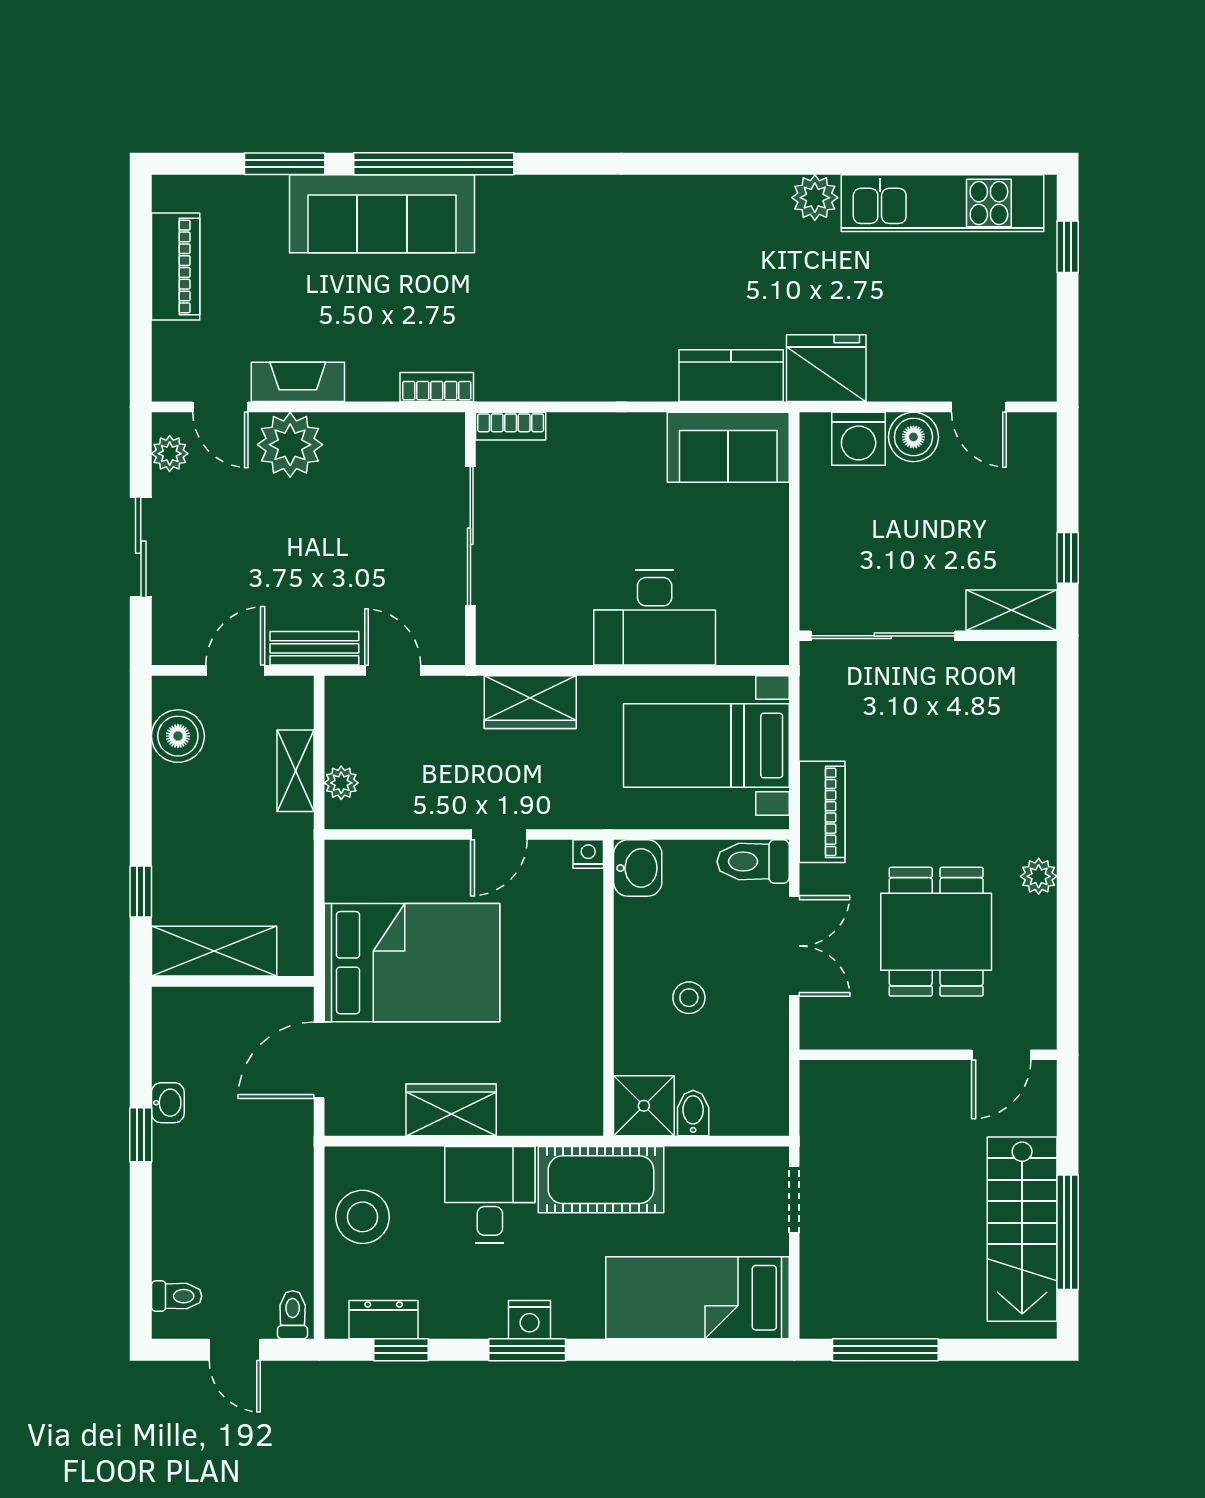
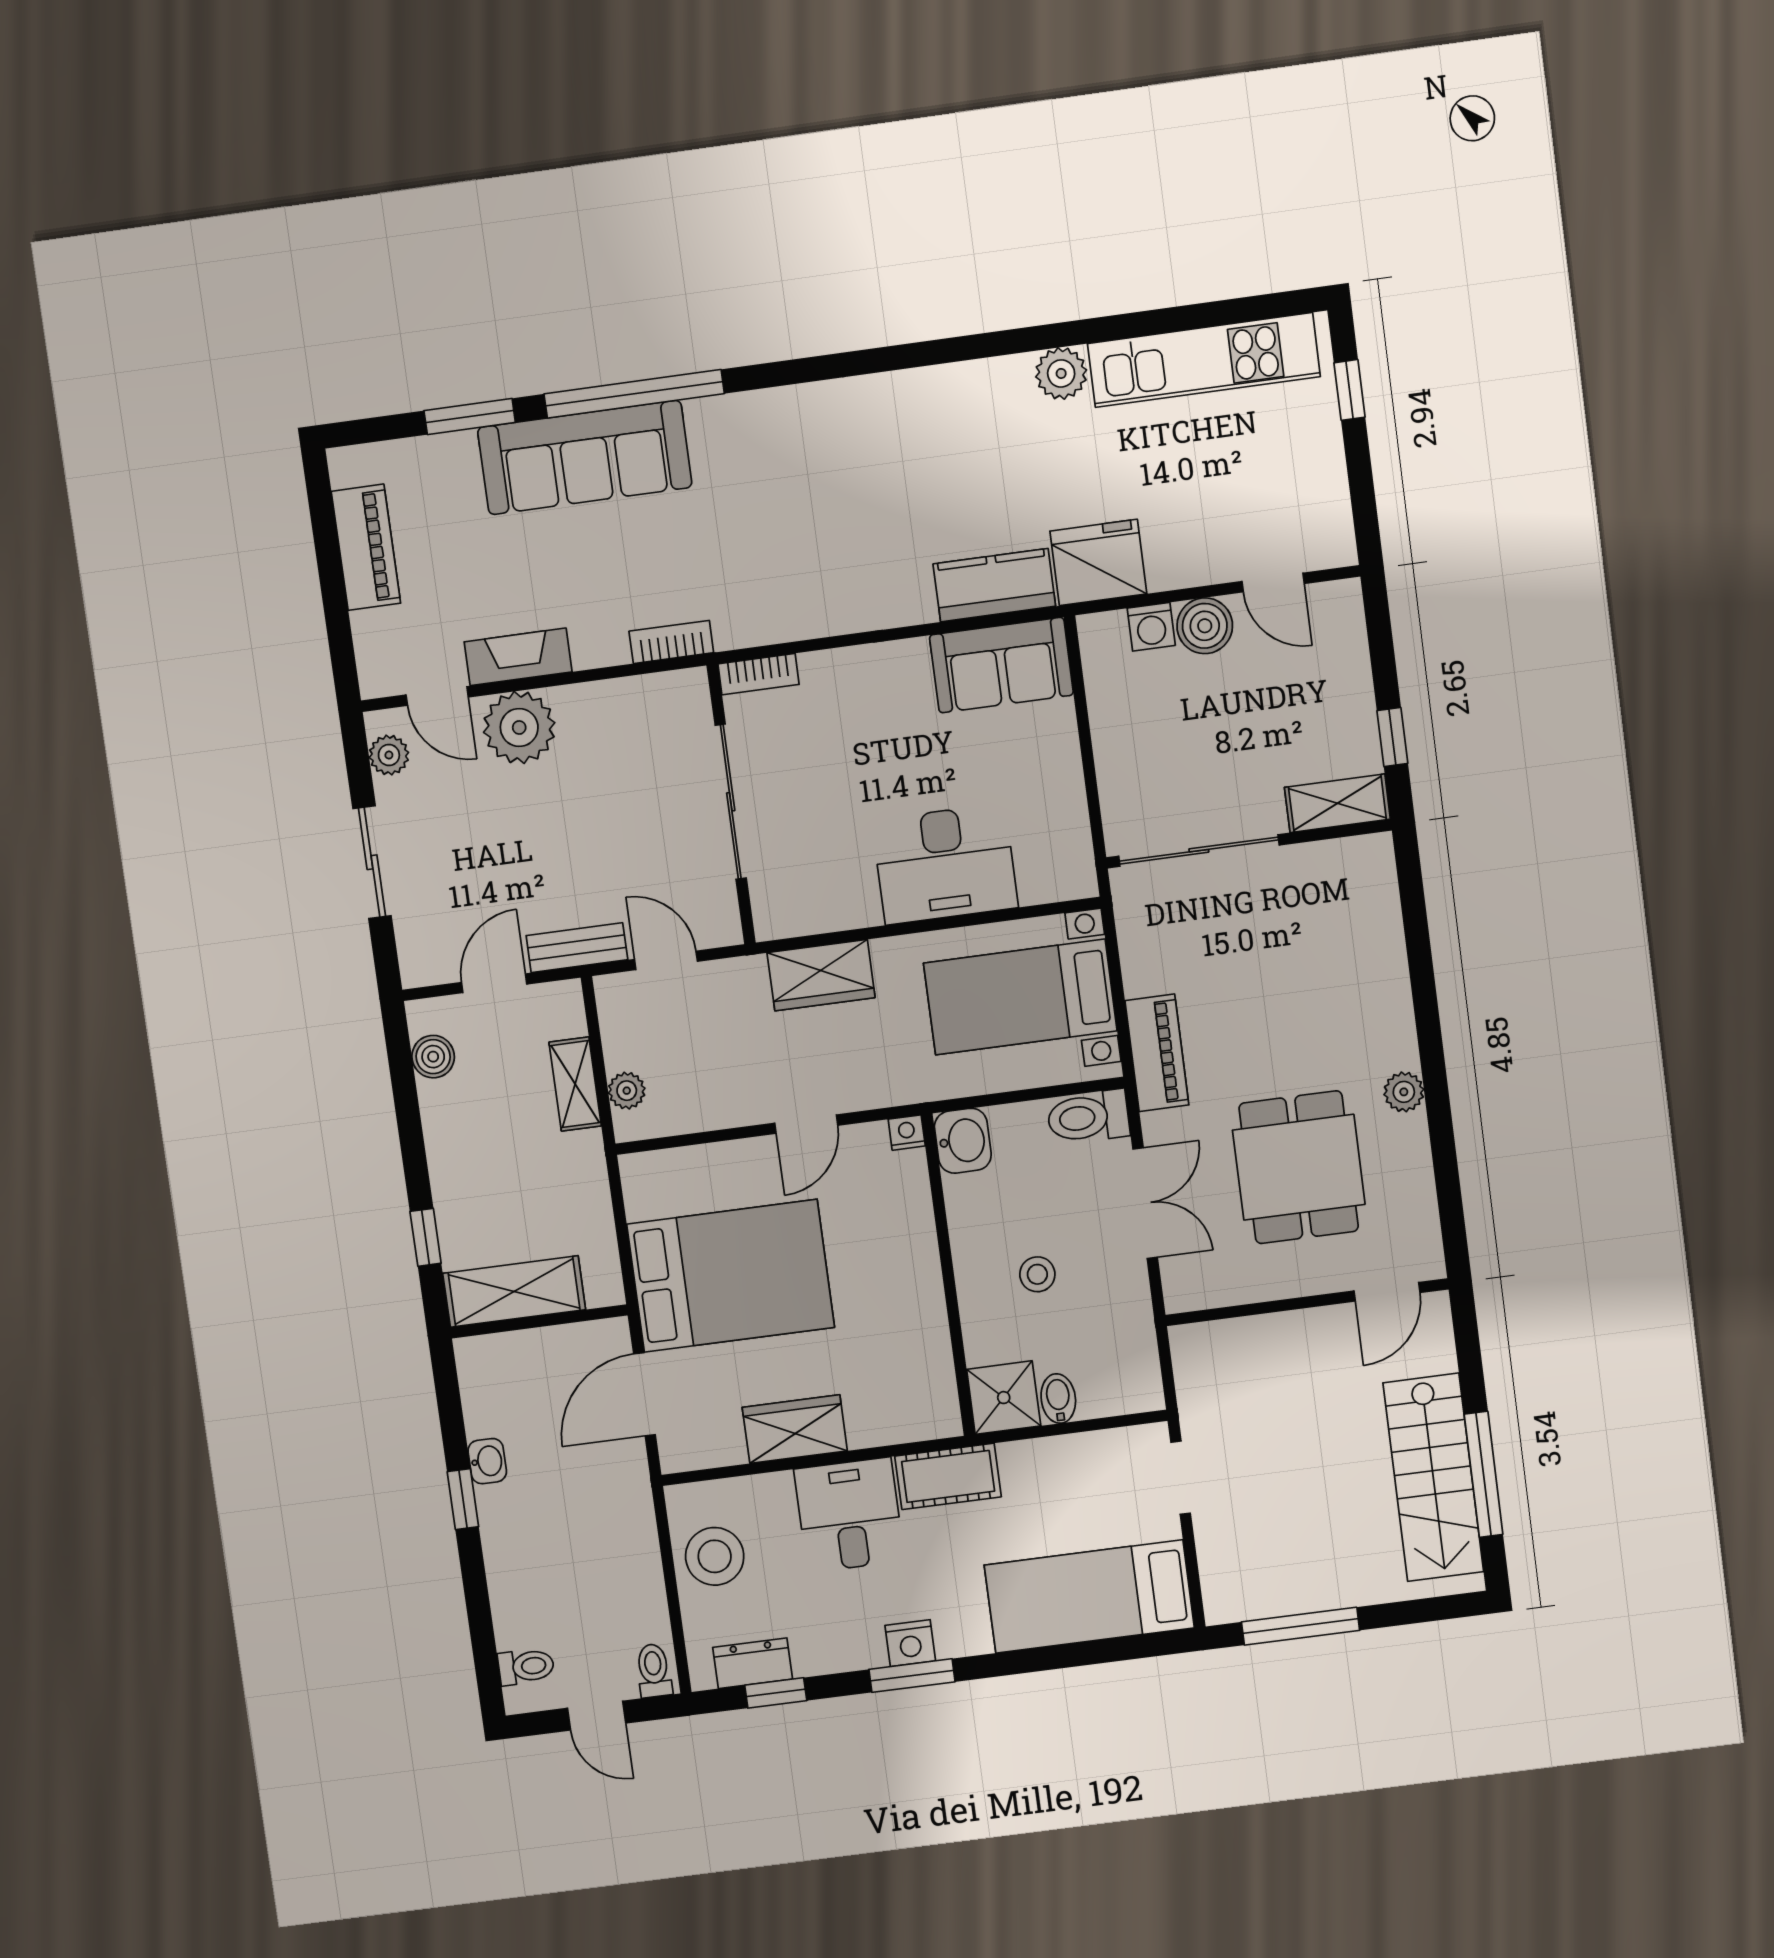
washing machine: (859, 439) -> (1151, 627), width x0.73, depth x0.73
boiler: (178, 736) -> (433, 1057), width x0.73, depth x0.73
cot: (601, 1180) -> (948, 1476), width x0.73, depth x0.75

